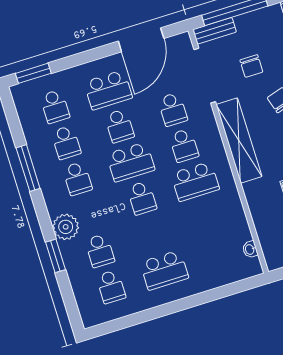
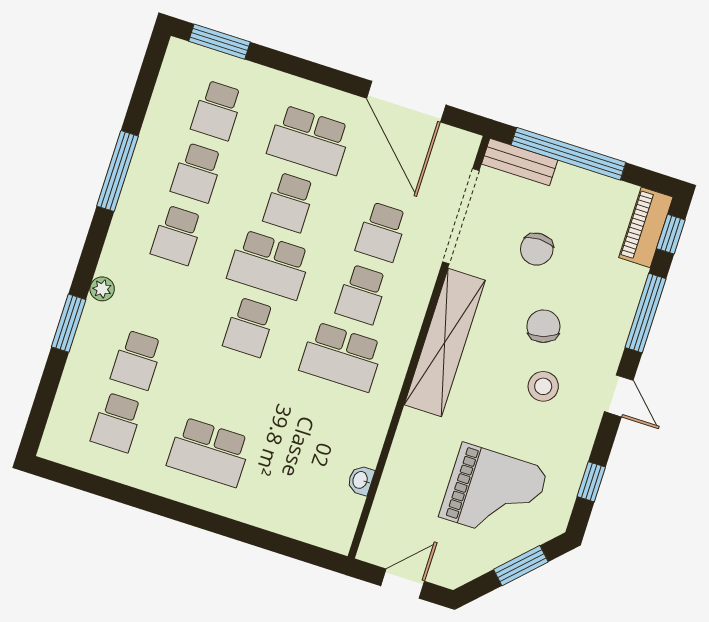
door: (141, 40) -> (406, 102), hinge flipped
plant: (66, 227) -> (102, 289), width x0.53, depth x0.53
washbasin: (250, 249) -> (361, 480), moved

